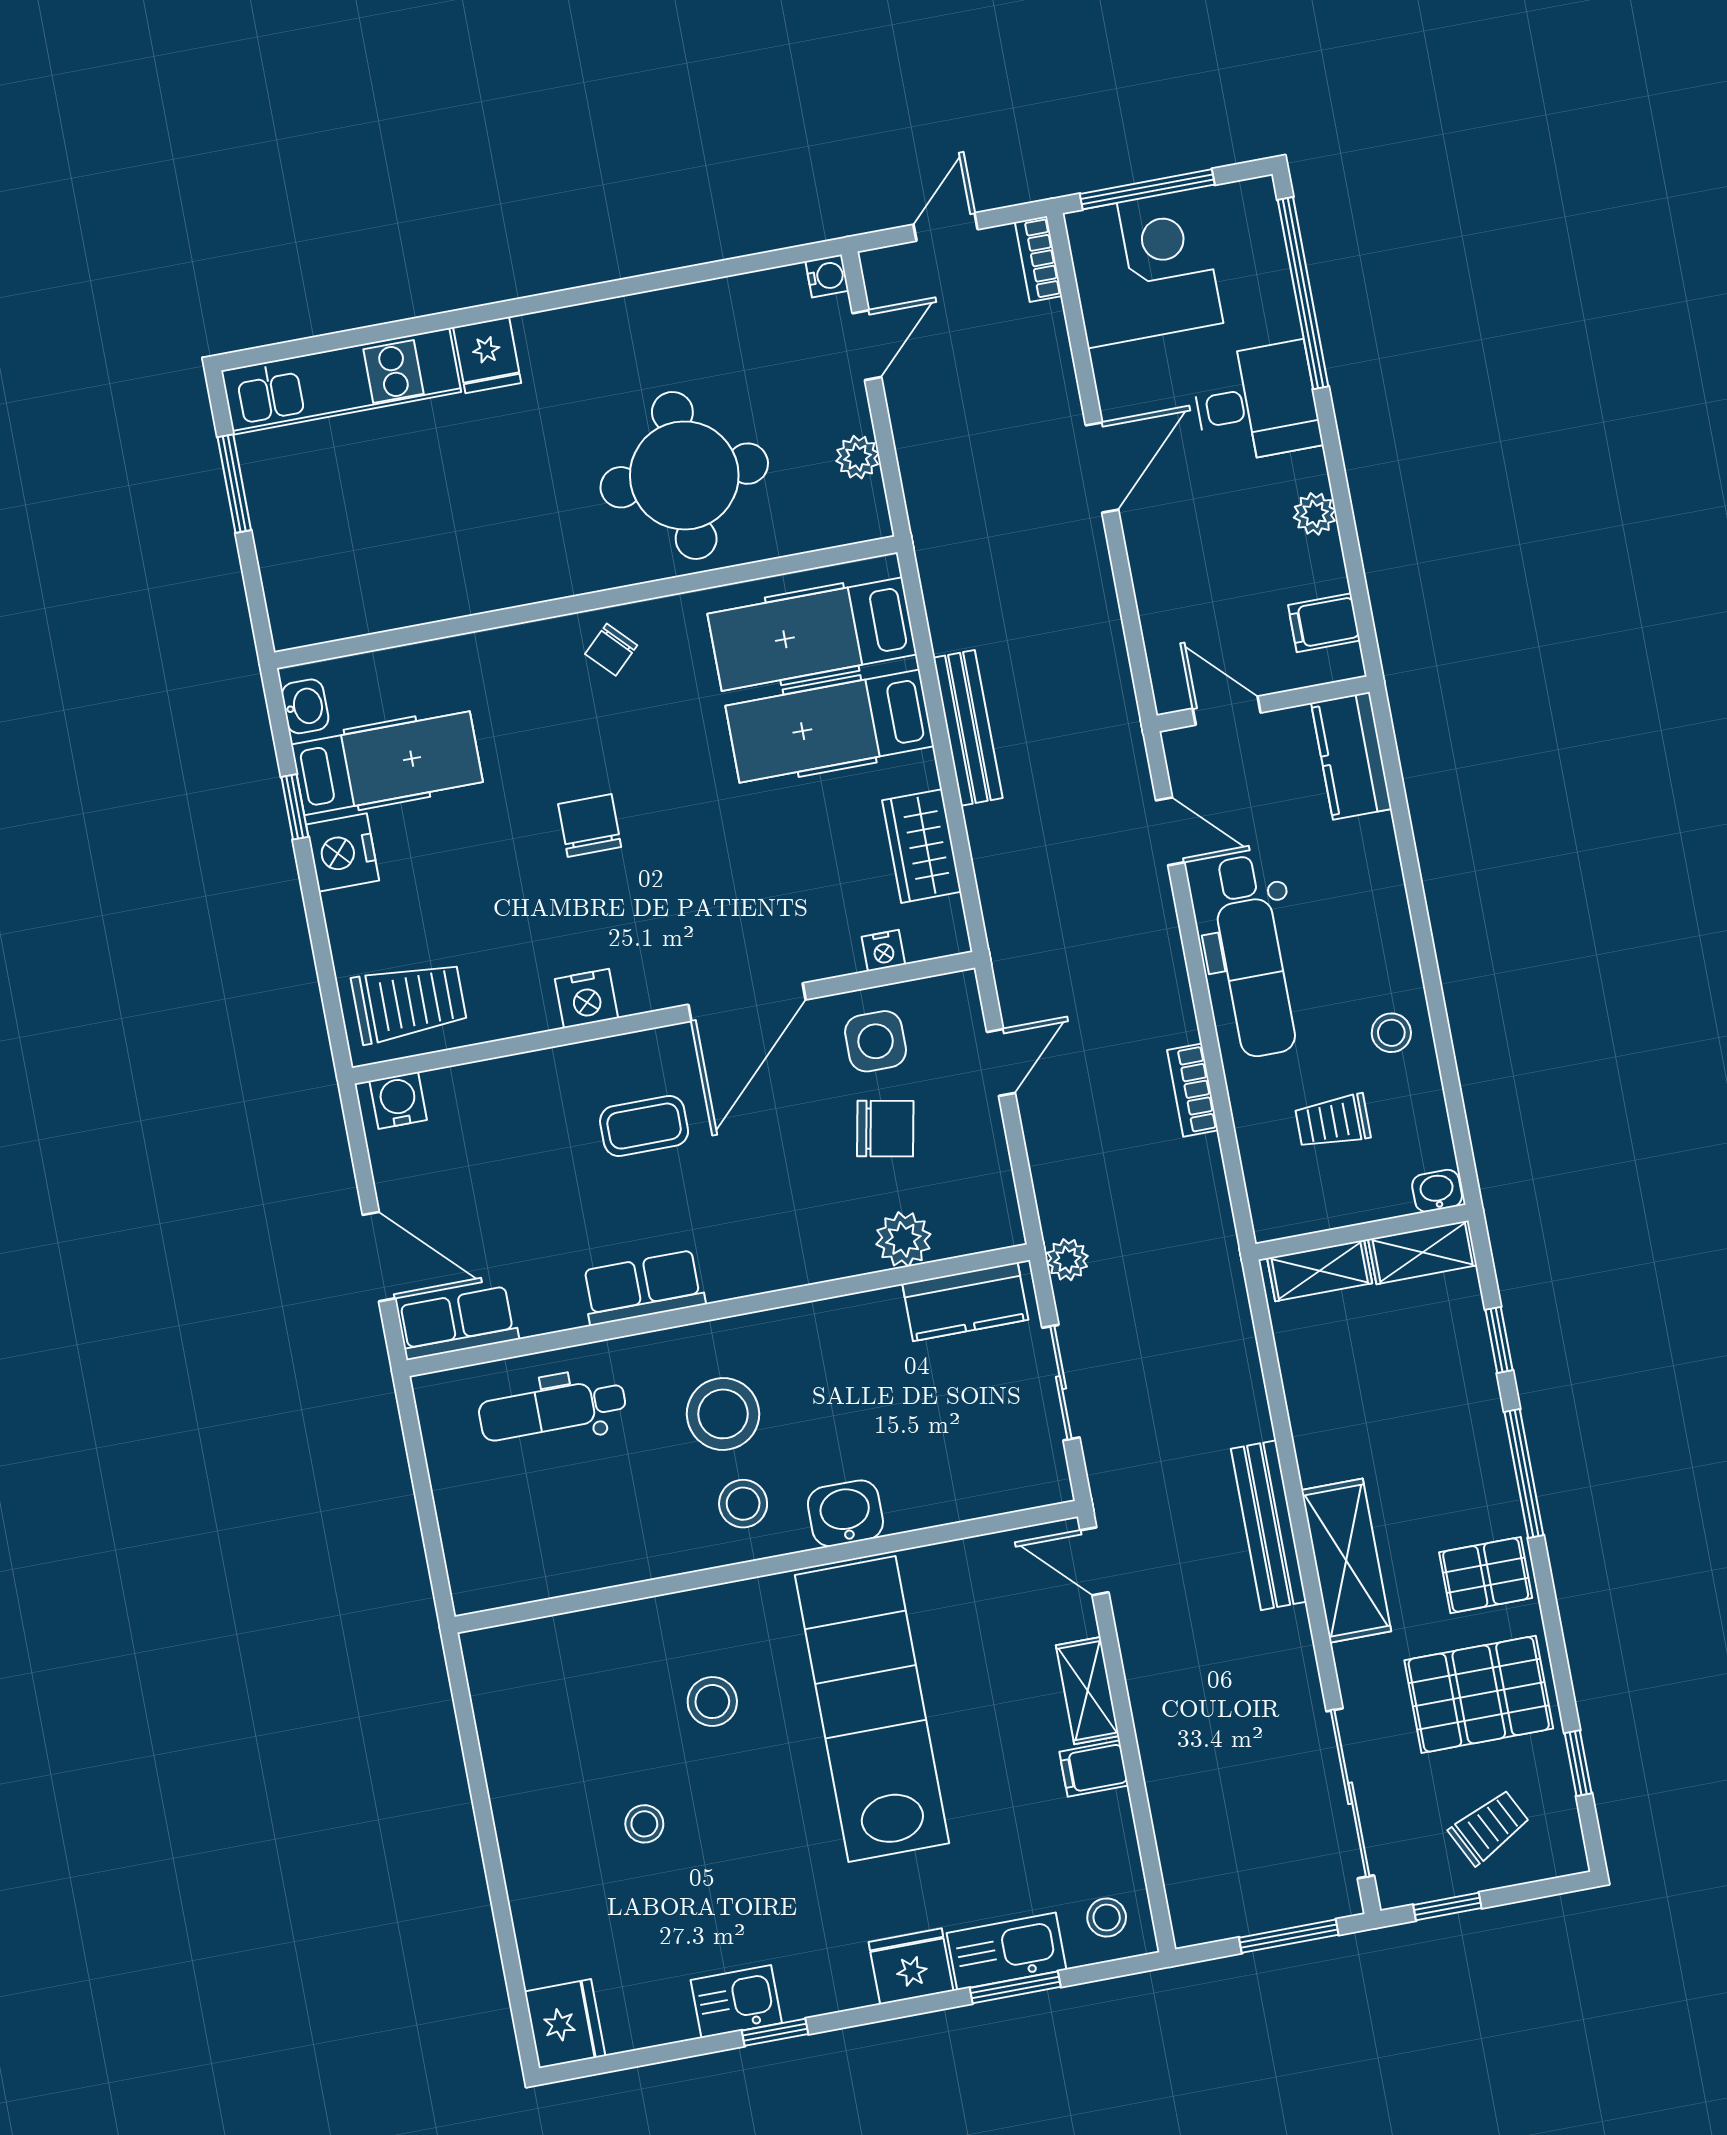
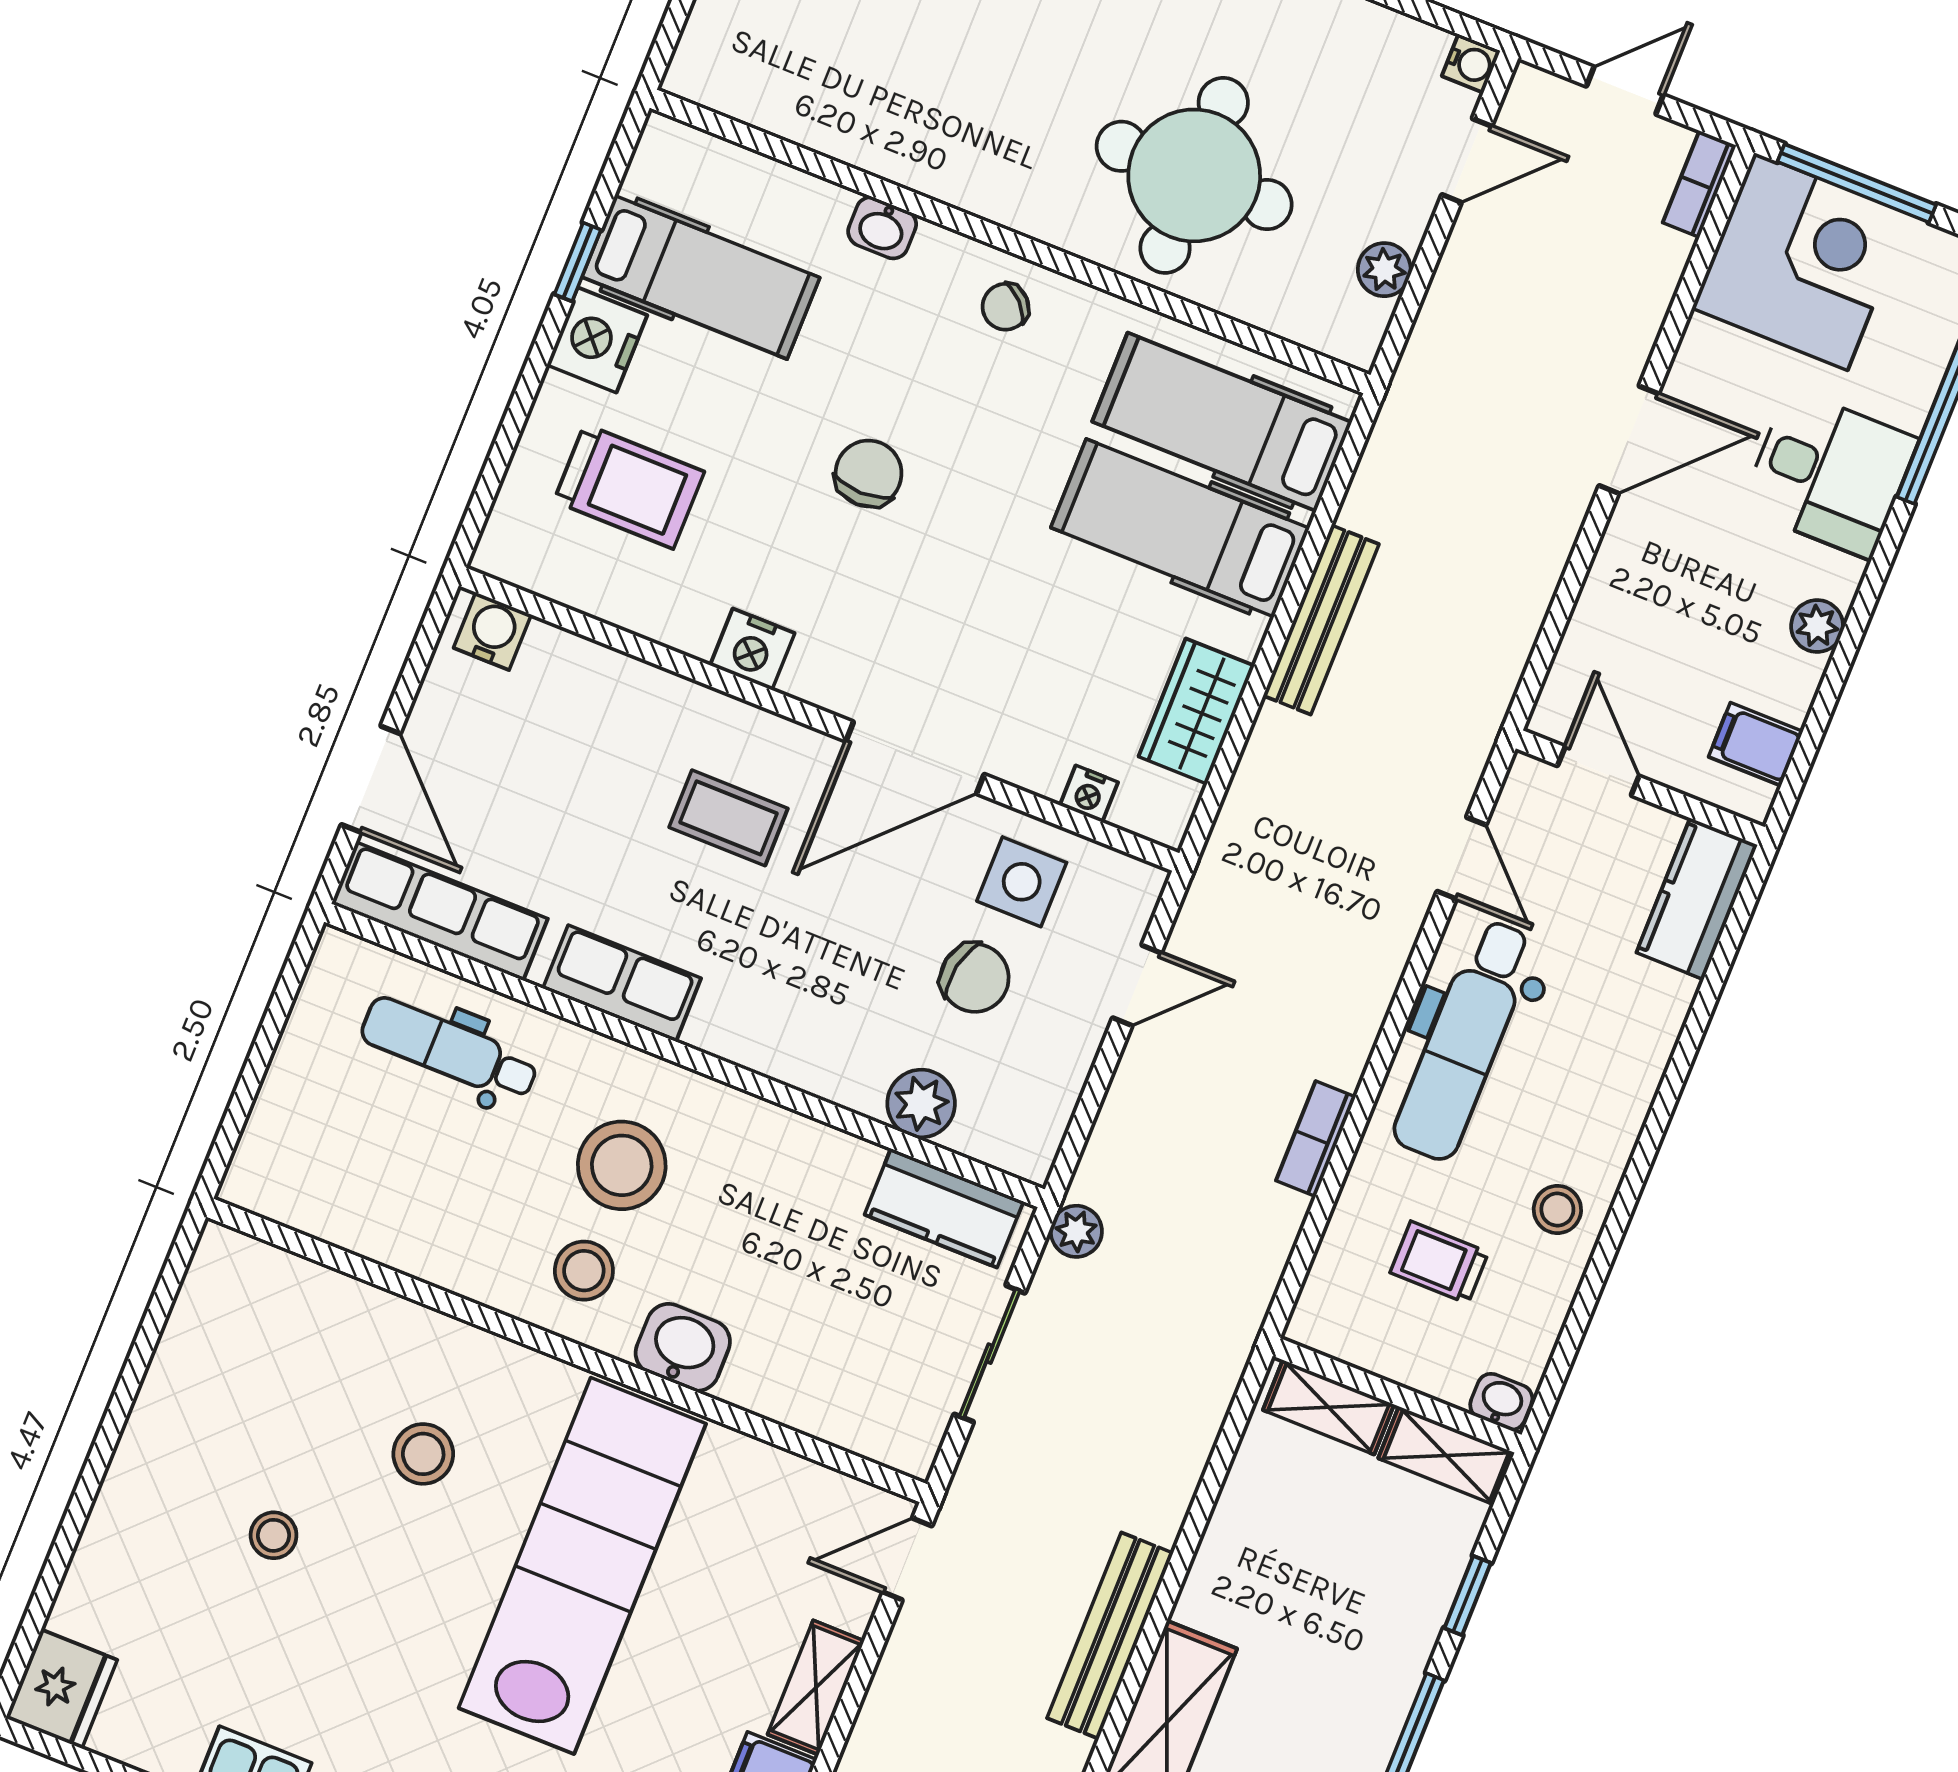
washbasin: (305, 706) -> (882, 228), moved, turned 90
trolley: (409, 1002) -> (629, 486), moved
row of seats: (458, 1323) -> (440, 911), width x1.48
door: (1094, 1561) -> (907, 1559), hinge flipped

